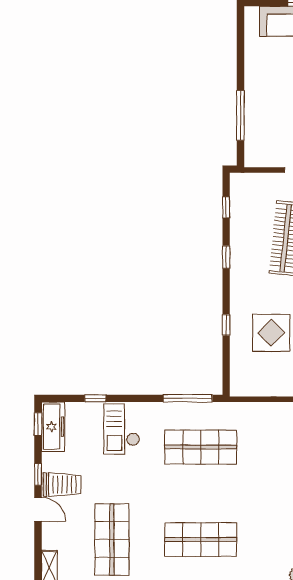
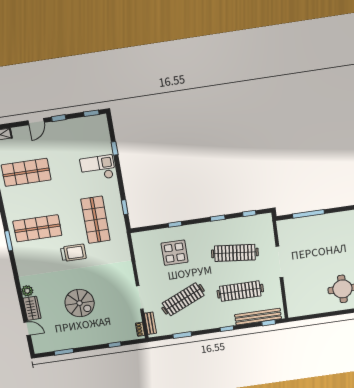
window: (188, 398) -> (125, 207), width x0.46
freezer: (53, 427) -> (91, 123), removed
trolley: (62, 485) -> (73, 253), moved, turned -90
shop shelf: (201, 540) -> (37, 228), turned 90

